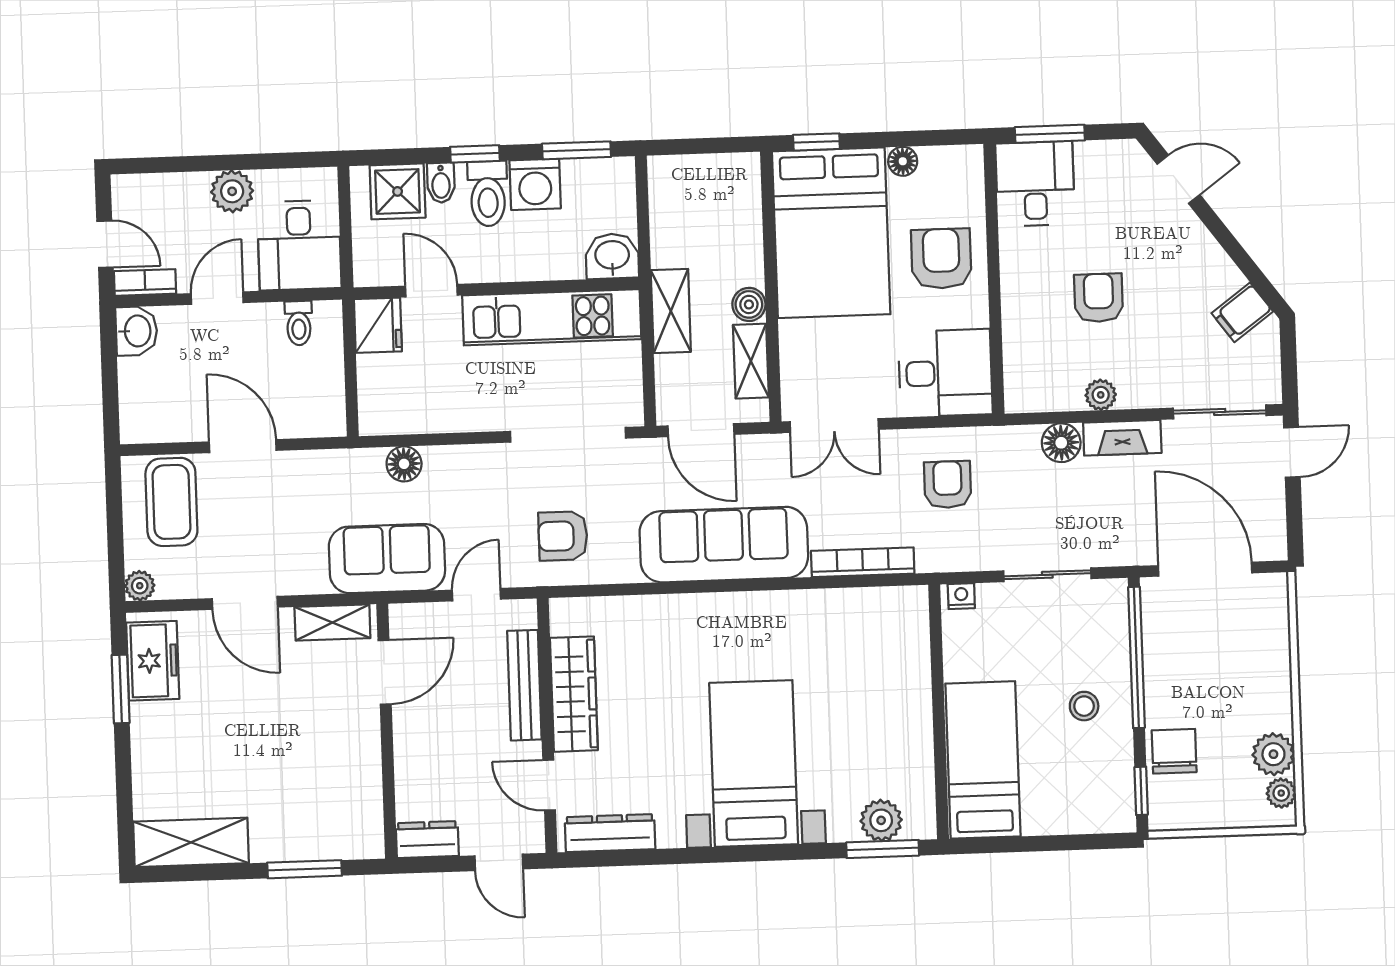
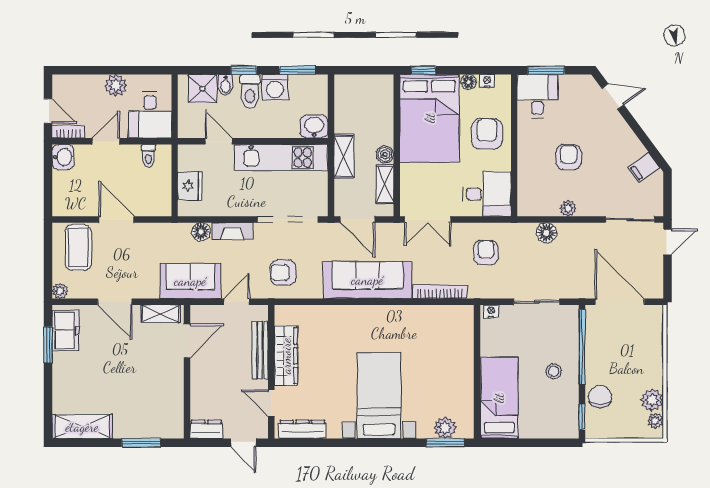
nightstand: (938, 158) -> (487, 81), added
fridge: (378, 325) -> (190, 186), moved
fireplace: (1122, 438) -> (232, 231), moved

